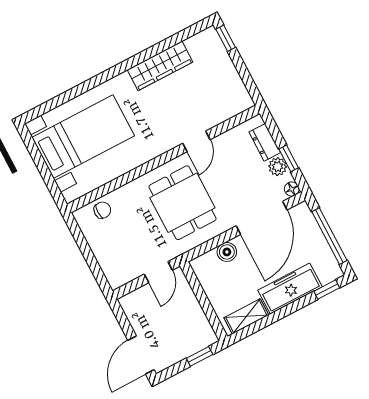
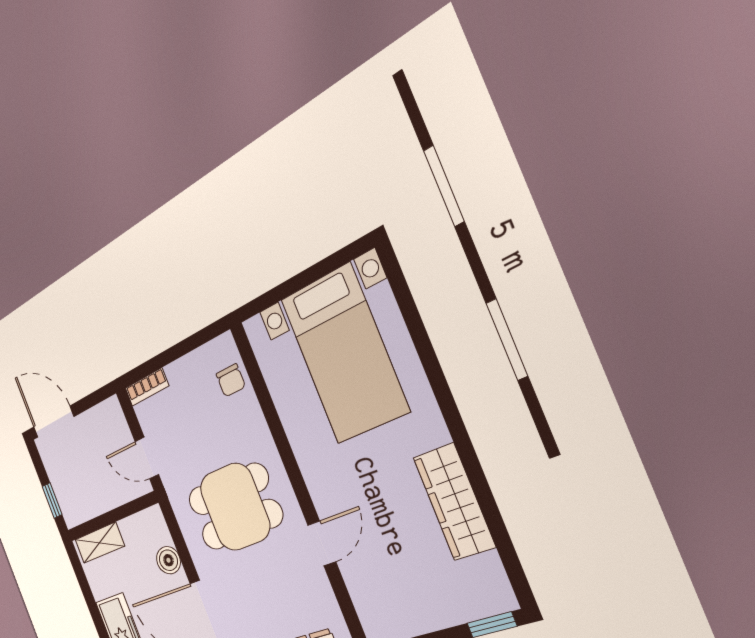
door: (196, 141) -> (322, 543), swing flipped
bookcase: (111, 274) -> (147, 387), added
shelving: (246, 316) -> (100, 543), moved, turned 90

